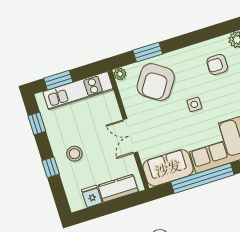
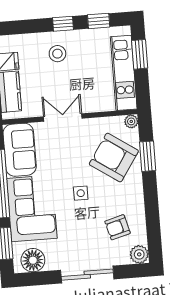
armchair: (217, 64) -> (118, 227), turned -105
window: (51, 167) -> (63, 24), moved

